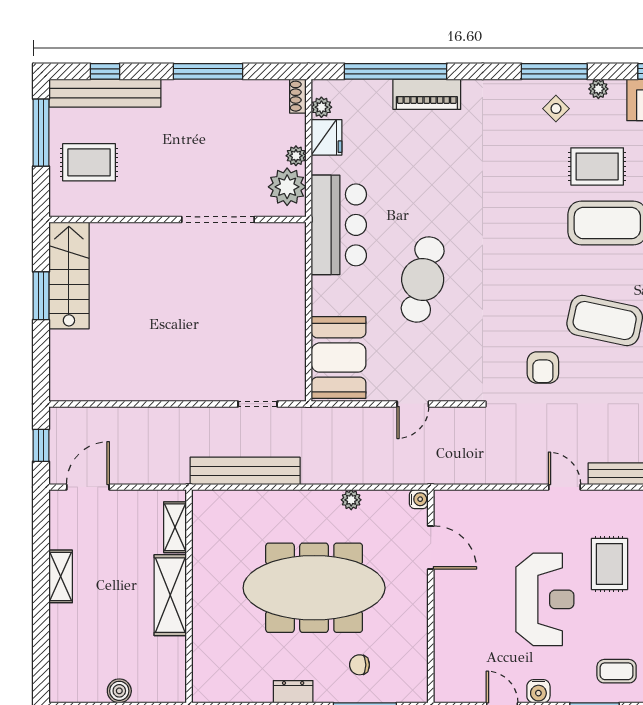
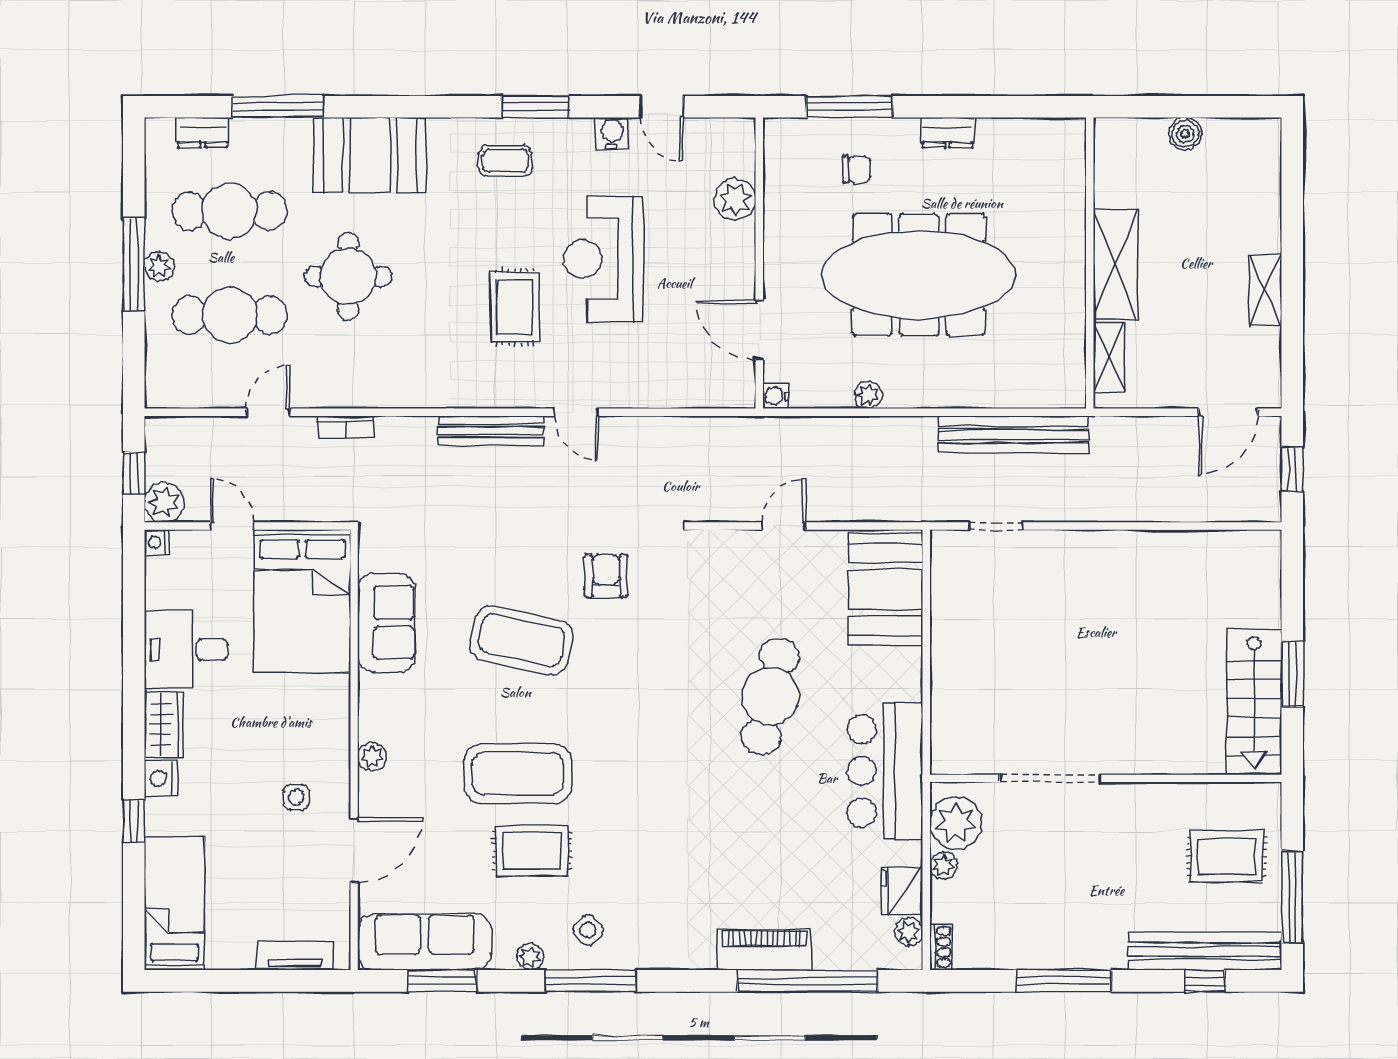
plant: (448, 643) -> (735, 199), added

